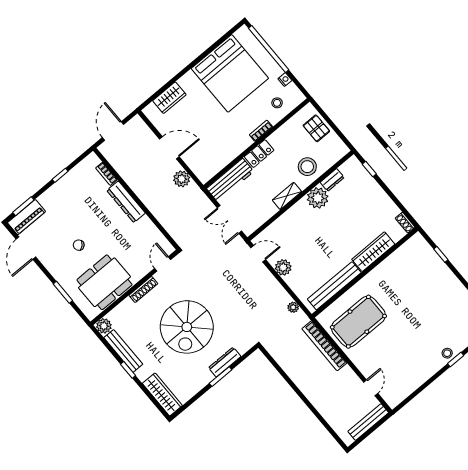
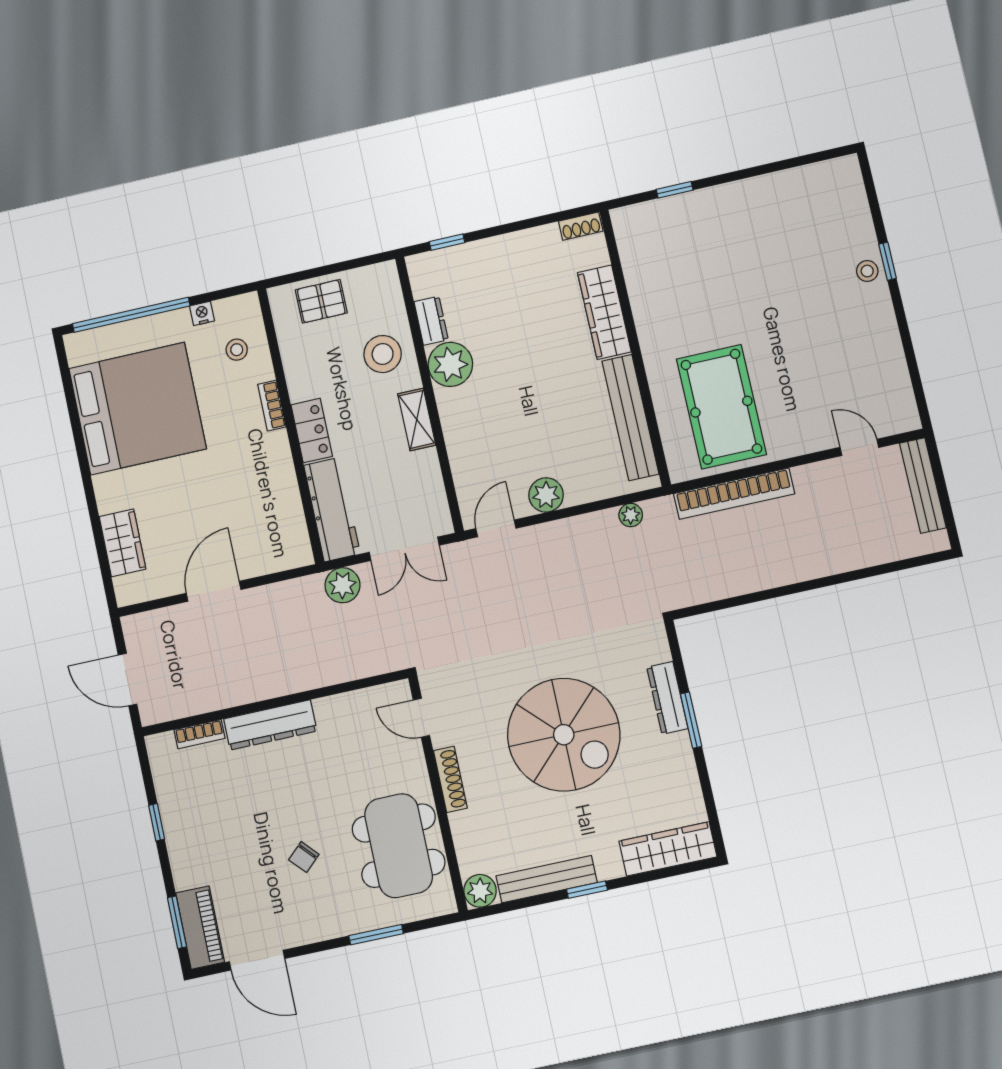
plant: (182, 179) -> (342, 585), moved

